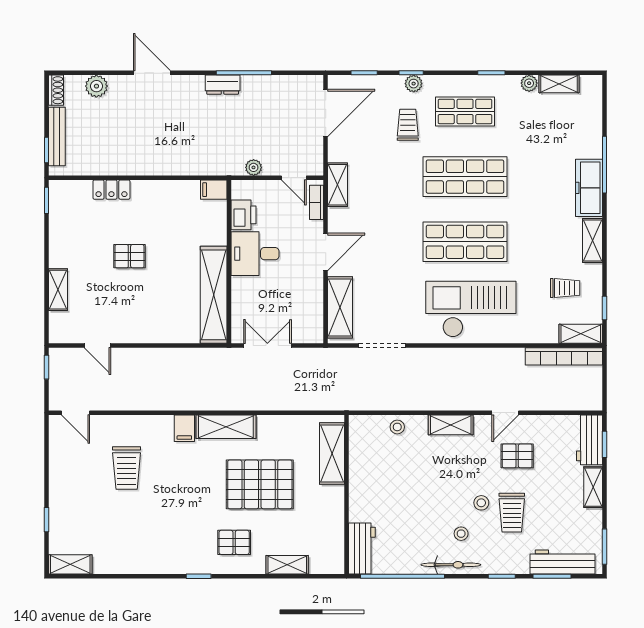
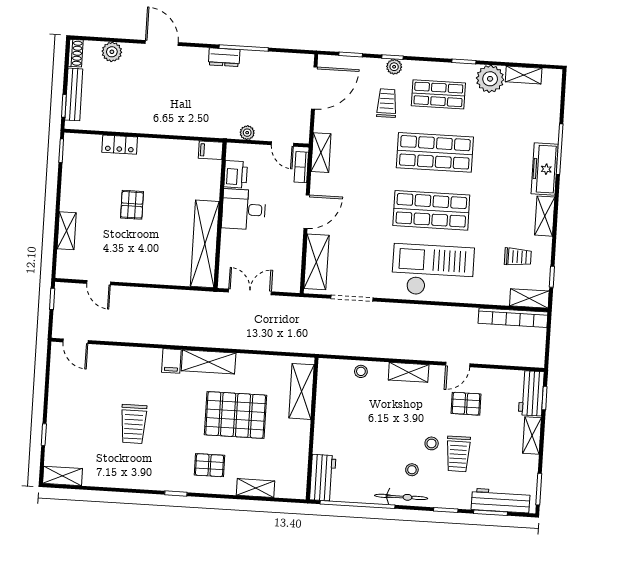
plant: (529, 83) -> (490, 79), width x1.88, depth x1.88
pallet: (129, 256) -> (132, 205), turned 90
trolley: (127, 468) -> (133, 424), moved

